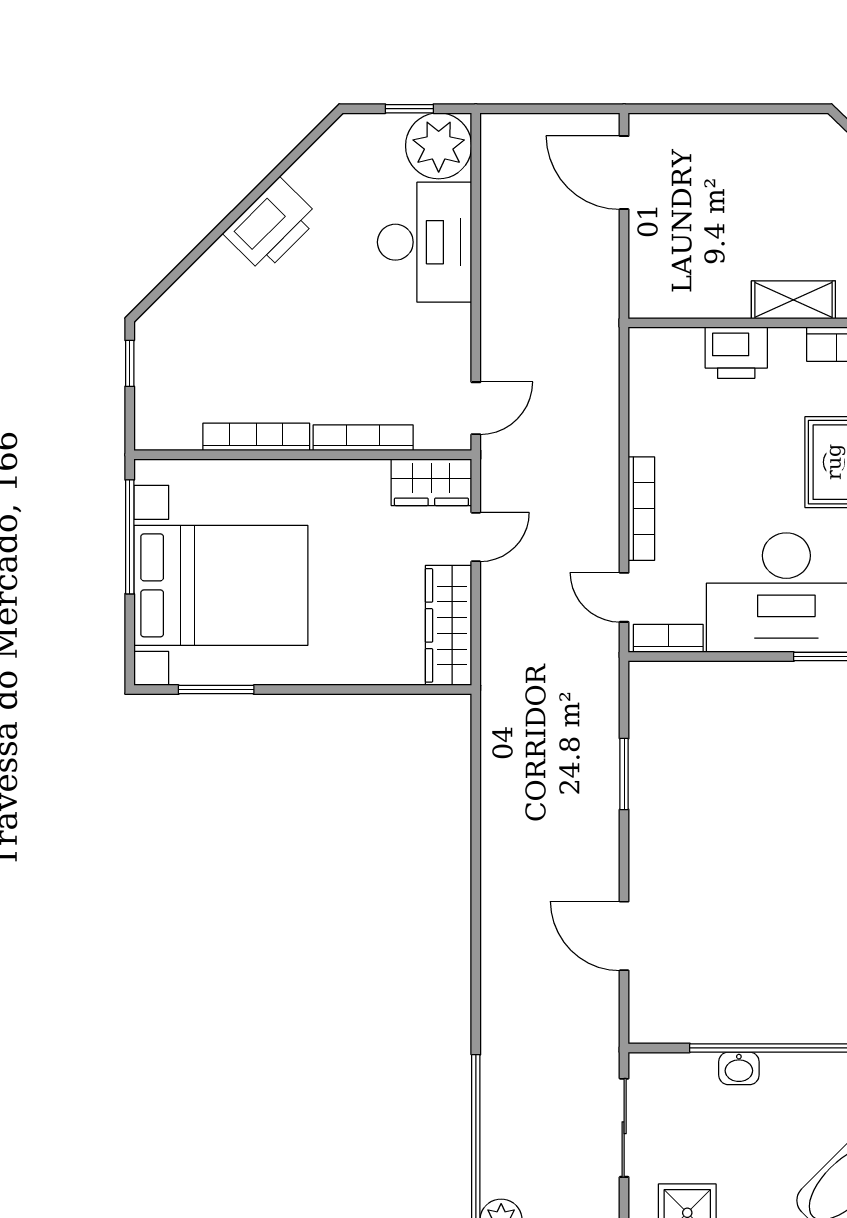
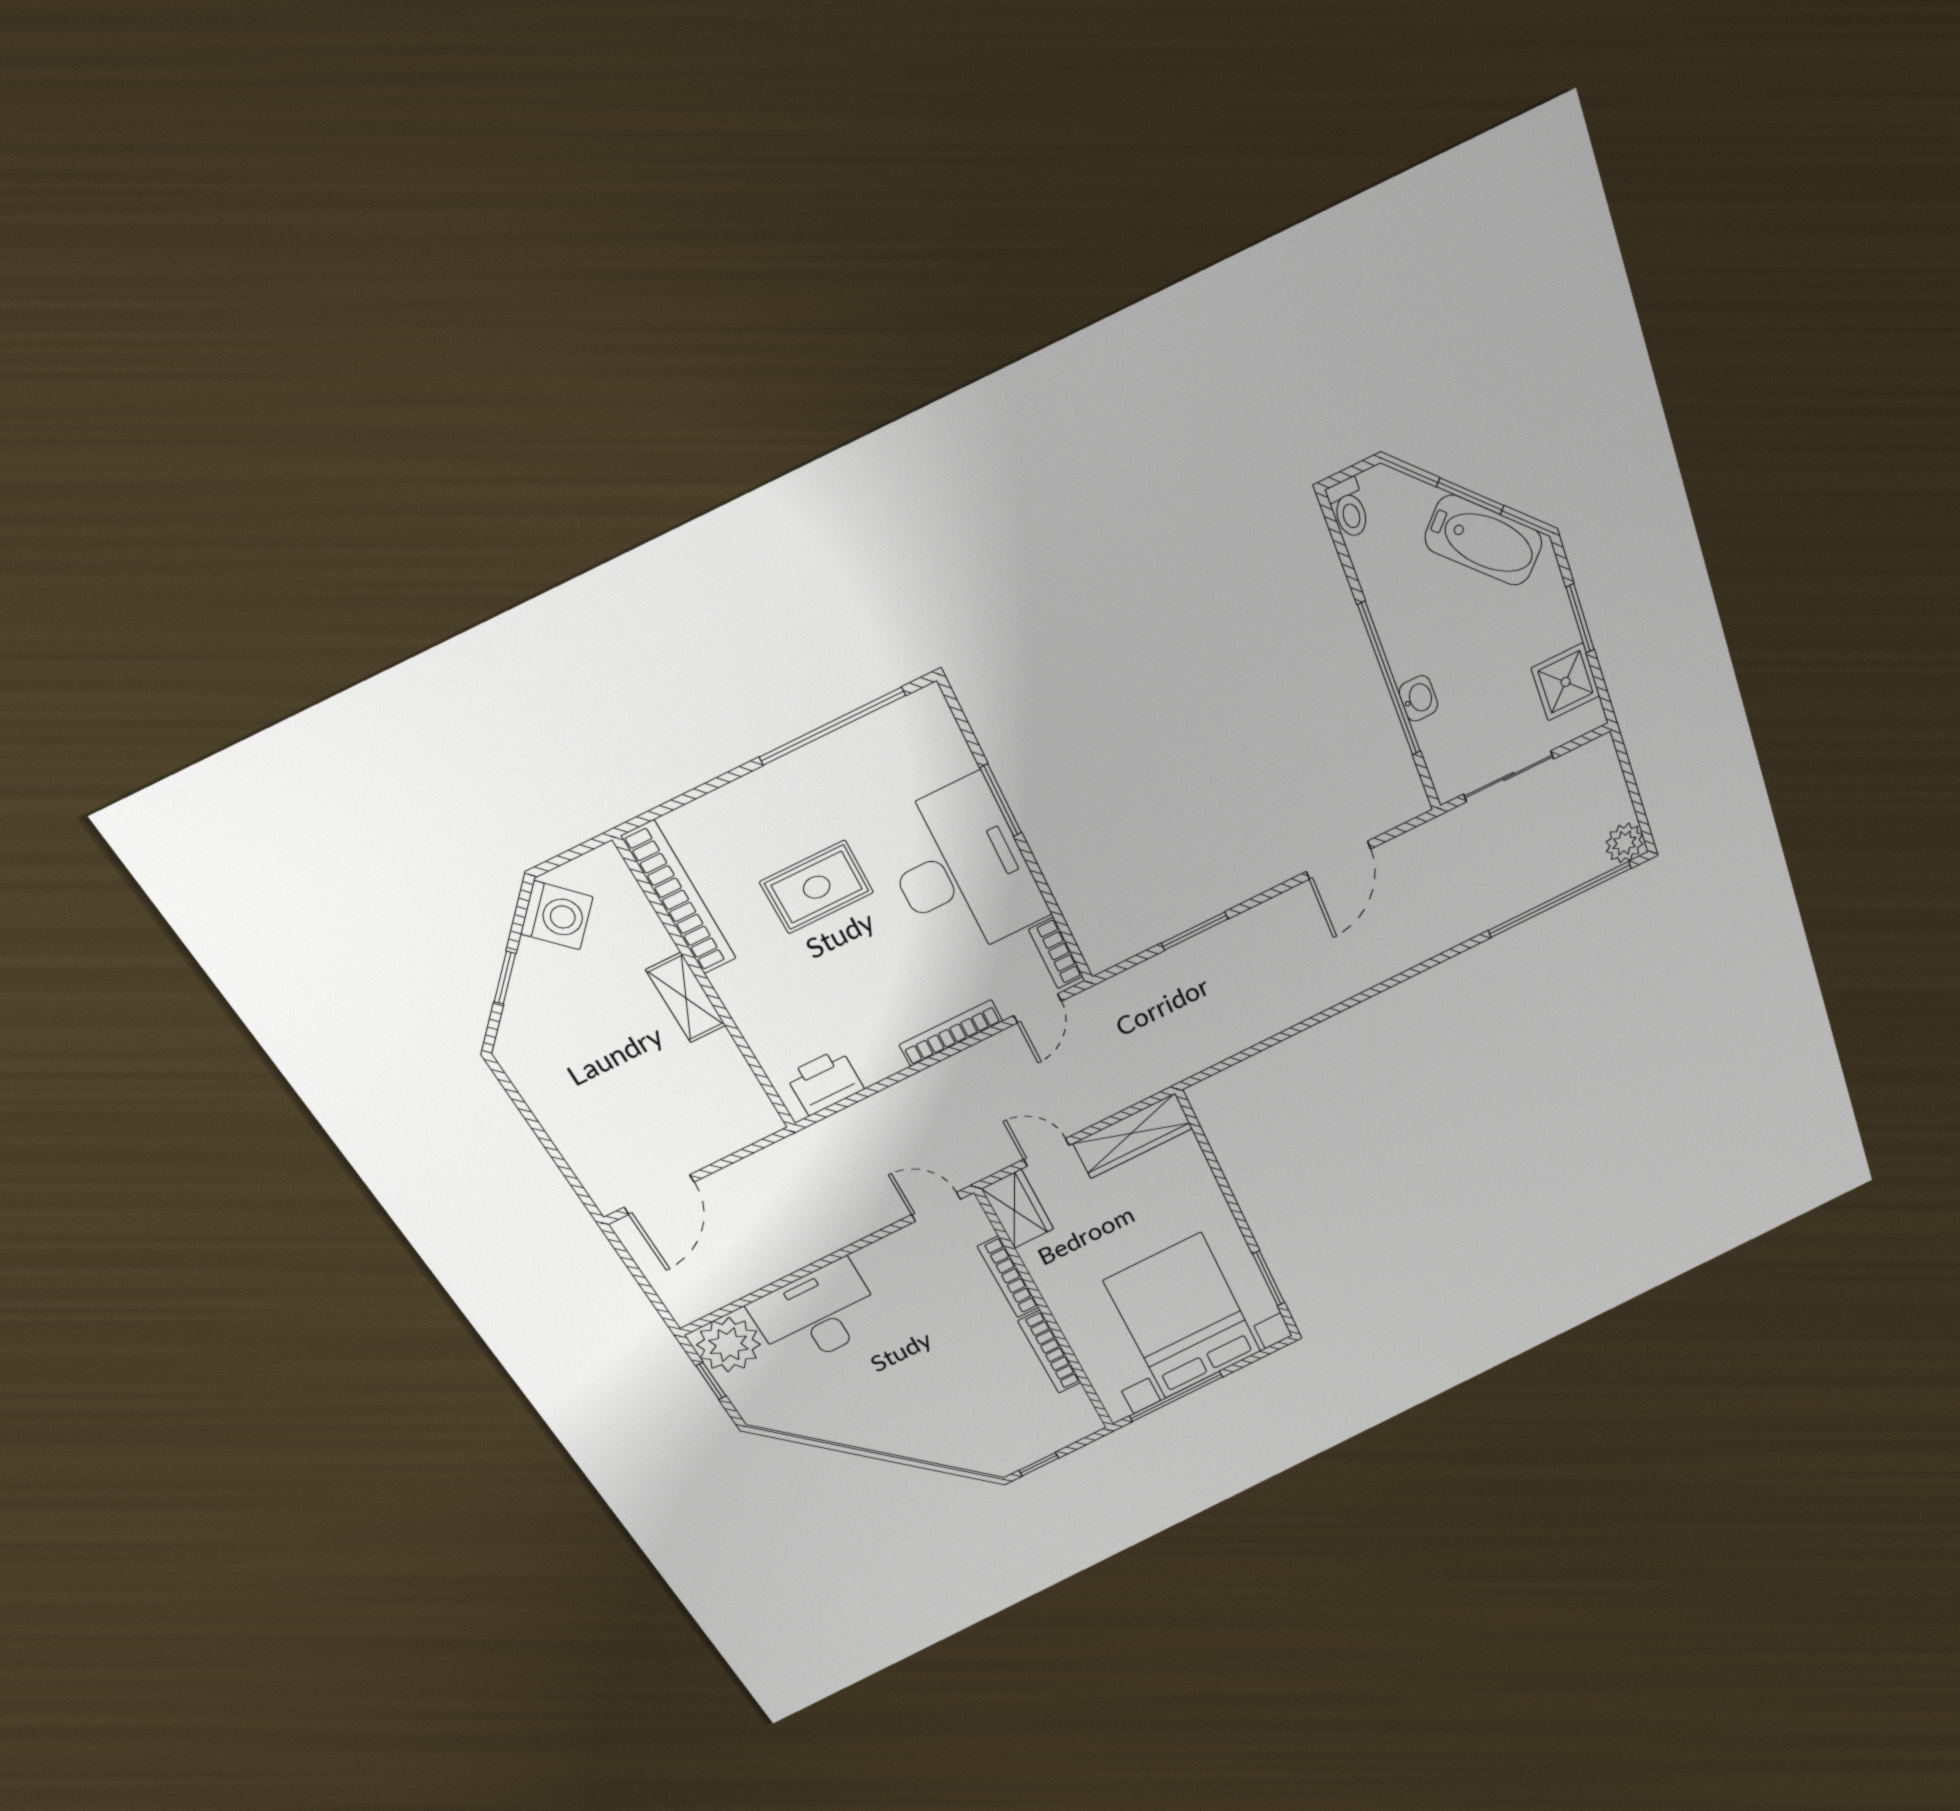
printer: (271, 225) -> (871, 1427), removed
printer: (736, 353) -> (825, 1082), moved, turned -90

